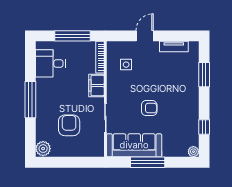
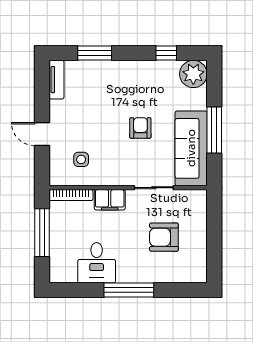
tv unit: (174, 47) -> (57, 80), moved
desk: (50, 63) -> (97, 263), moved
plant: (43, 149) -> (196, 273), removed
plant: (193, 152) -> (193, 74), width x1.87, depth x1.87

